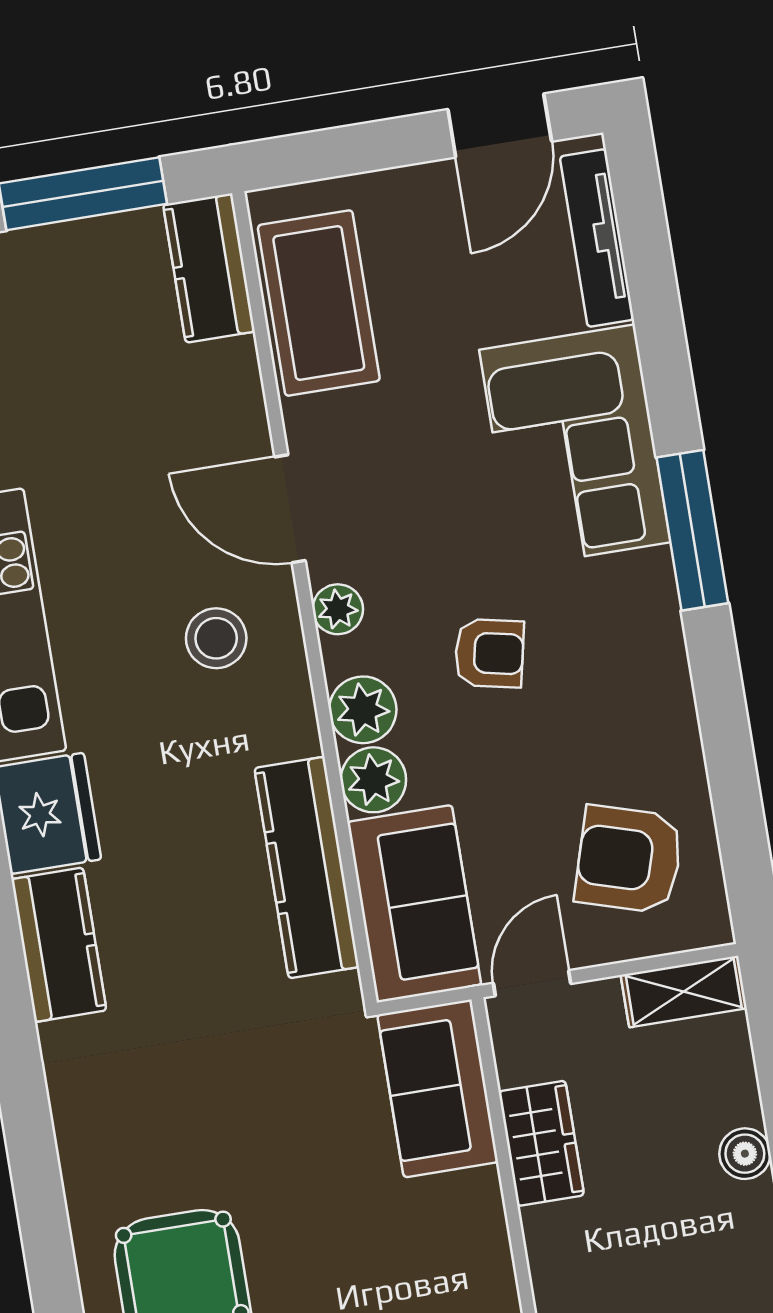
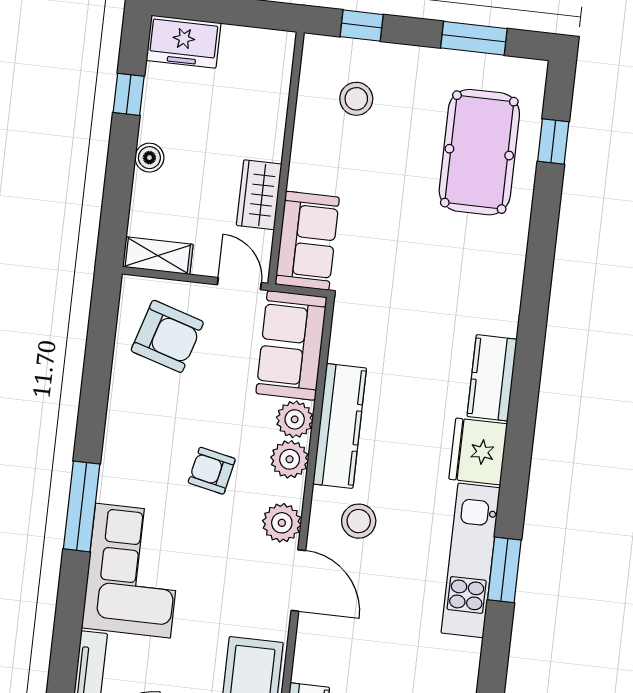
plant: (338, 609) -> (282, 523), width x1.38, depth x1.38
kitchen counter: (307, 868) -> (340, 426), moved
door: (532, 983) -> (239, 284), swing flipped

